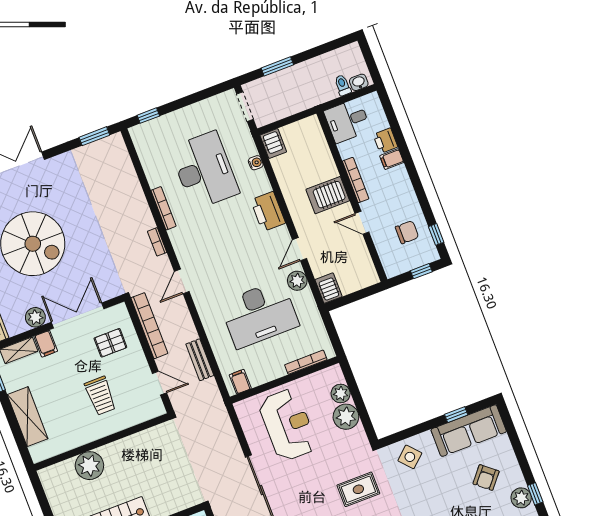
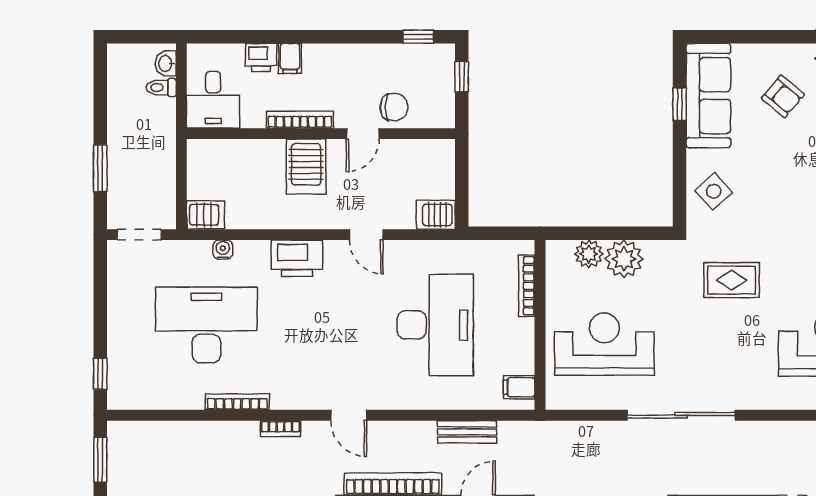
chair: (407, 232) -> (394, 107), moved, turned 90
plant: (297, 281) -> (409, 254), removed
rug: (358, 489) -> (732, 280), turned 90

